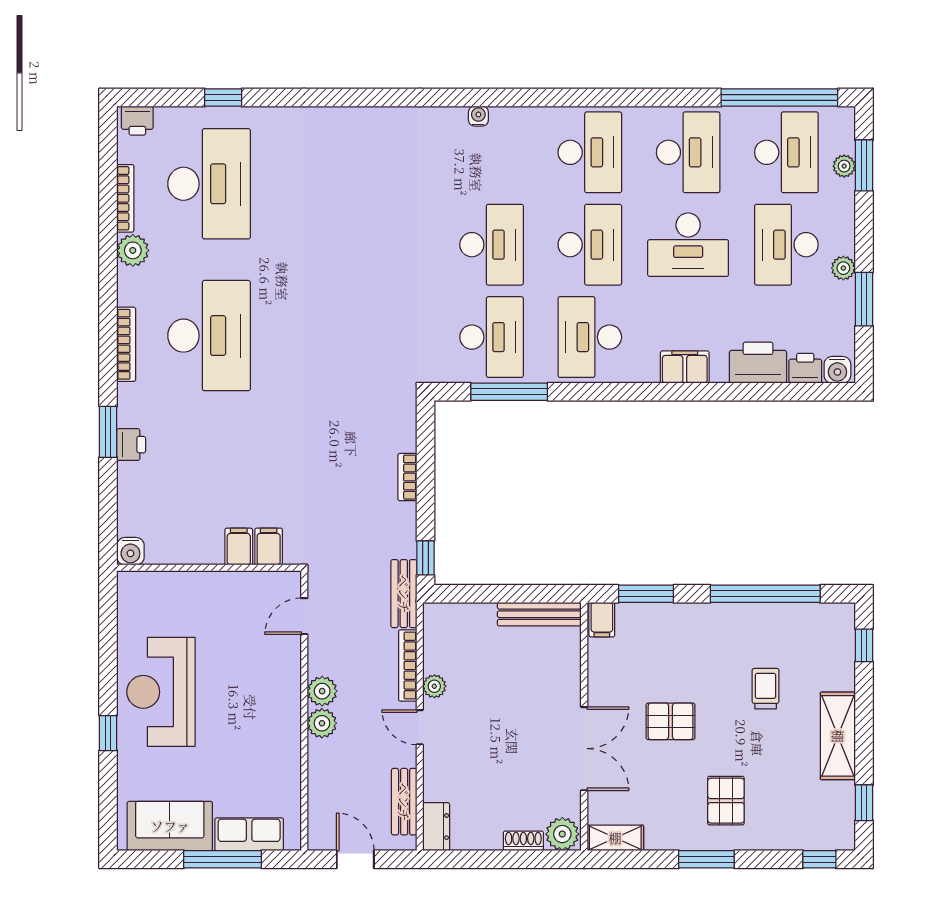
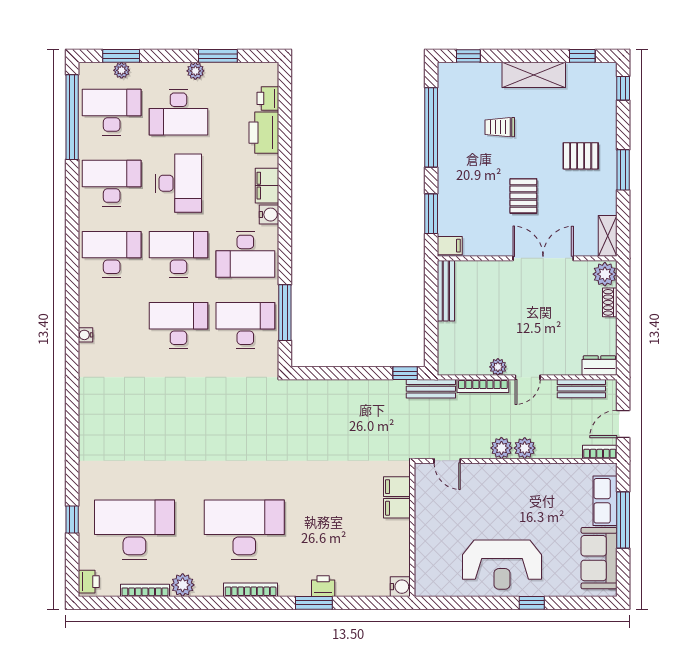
water cooler: (837, 370) -> (269, 215), moved
bookcase: (407, 477) -> (600, 452), moved, turned 180

